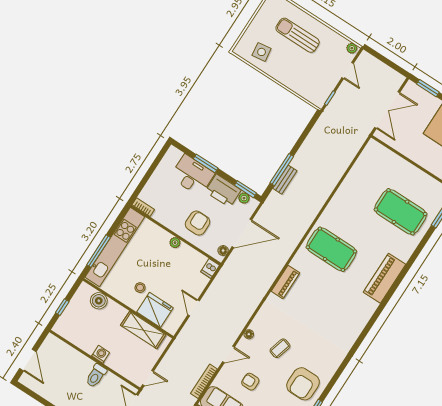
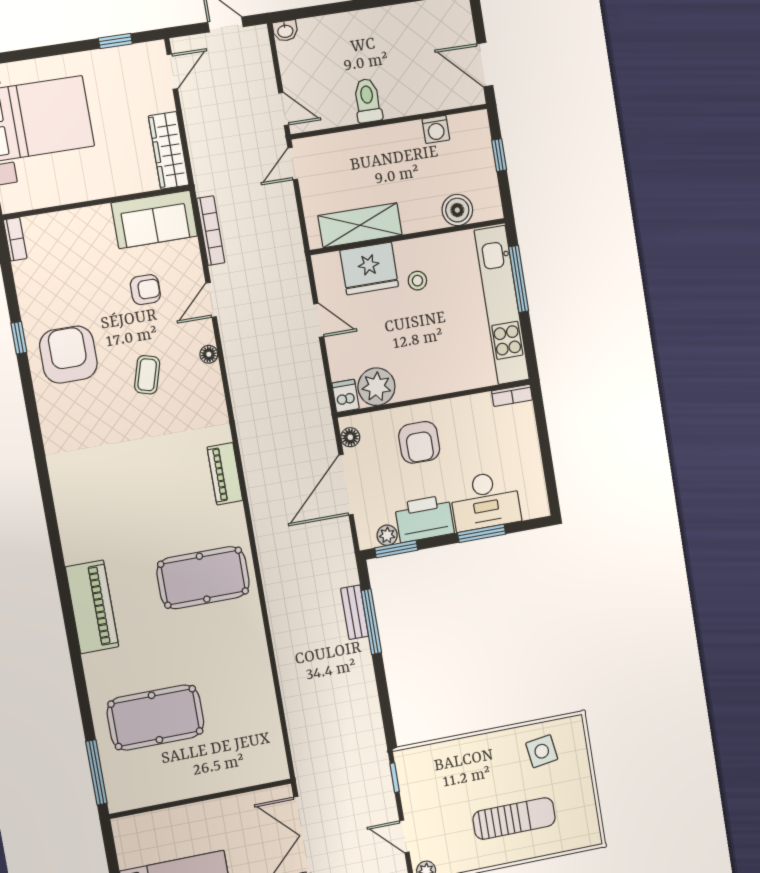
plant: (175, 243) -> (376, 387), moved, width x1.87, depth x1.87
washing machine: (101, 354) -> (436, 129), moved
door: (28, 360) -> (485, 65), moved

